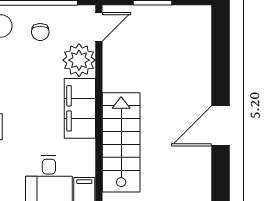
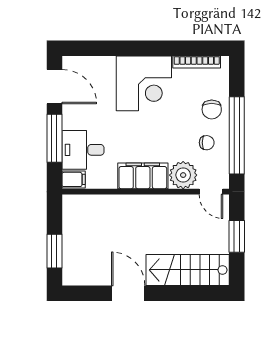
chair: (40, 32) -> (207, 143), turned 180
stairs: (121, 142) -> (188, 270), moved, turned 180

